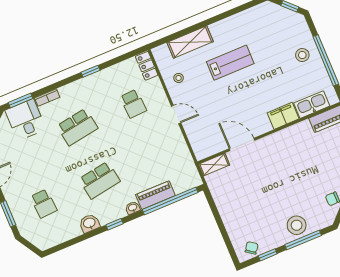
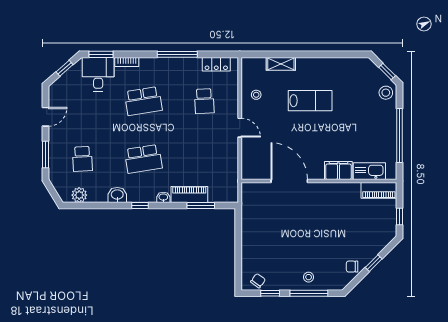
shelving: (190, 42) -> (281, 64), width x0.67, depth x0.75
stool: (302, 55) -> (386, 93), moved
locker: (147, 66) -> (216, 64), moved, turned -90
window: (90, 71) -> (177, 54), width x2.17
door: (242, 144) -> (289, 181), width x1.36
shelving: (214, 165) -> (256, 189), removed
window: (170, 201) -> (201, 206), width x0.47
stool: (297, 225) -> (309, 277), width x0.53, depth x0.53
plant: (55, 238) -> (79, 195), added

